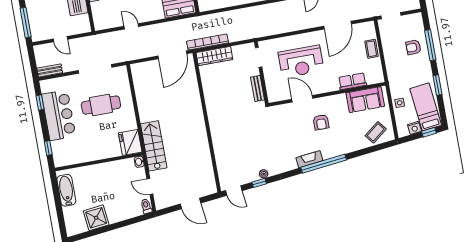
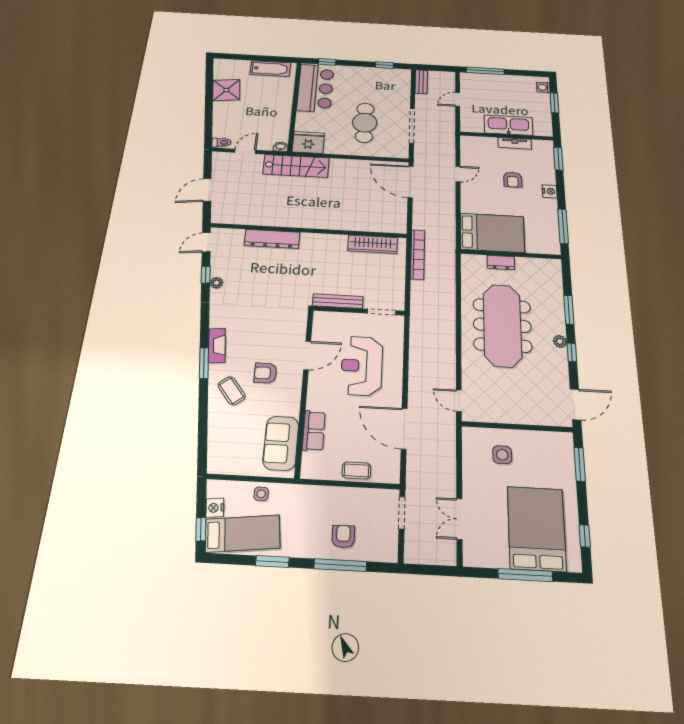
door: (172, 55) -> (411, 182), moved
wardrobe: (214, 56) -> (373, 244), moved, turned -90
bench: (258, 88) -> (338, 301), width x1.36
bar counter: (59, 115) -> (315, 88), moved, turned -90
coffee table: (376, 132) -> (232, 391), moved
dresser: (220, 146) -> (272, 239), added
window: (324, 164) -> (204, 363), width x0.47

